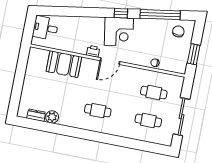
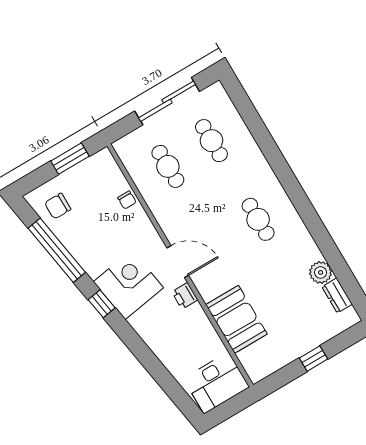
desk: (45, 28) -> (216, 383), width x1.37
window: (19, 82) -> (313, 359), added

